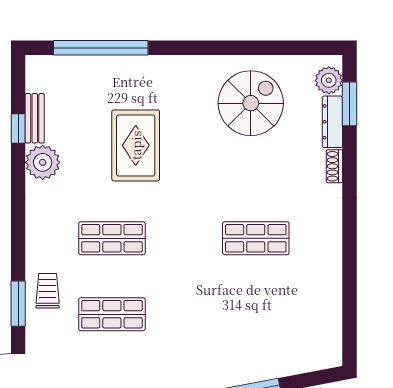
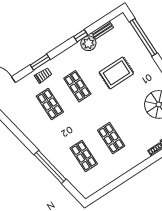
window: (18, 128) -> (81, 36), moved
window: (18, 304) -> (40, 62), moved
shop shelf: (256, 314) -> (84, 156), added

